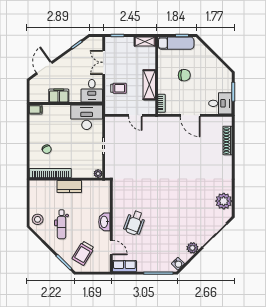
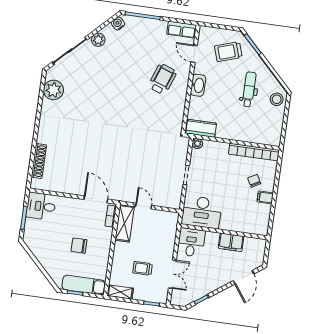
shelving: (149, 85) -> (125, 223), moved
trolley: (119, 88) -> (143, 268), moved
filing cabinet: (36, 110) -> (265, 197), moved
door: (190, 115) -> (96, 199), moved
kitchen counter: (69, 186) -> (201, 128), moved
trolley: (83, 253) -> (228, 52), turned -139

